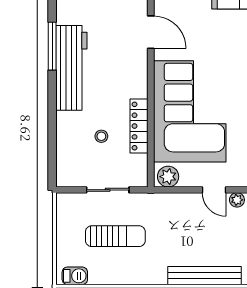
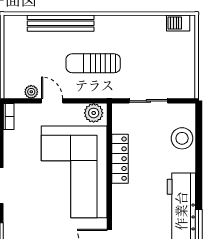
stool: (101, 136) -> (182, 138), moved, width x1.89, depth x1.89
sun lounger: (115, 236) -> (93, 63), moved

